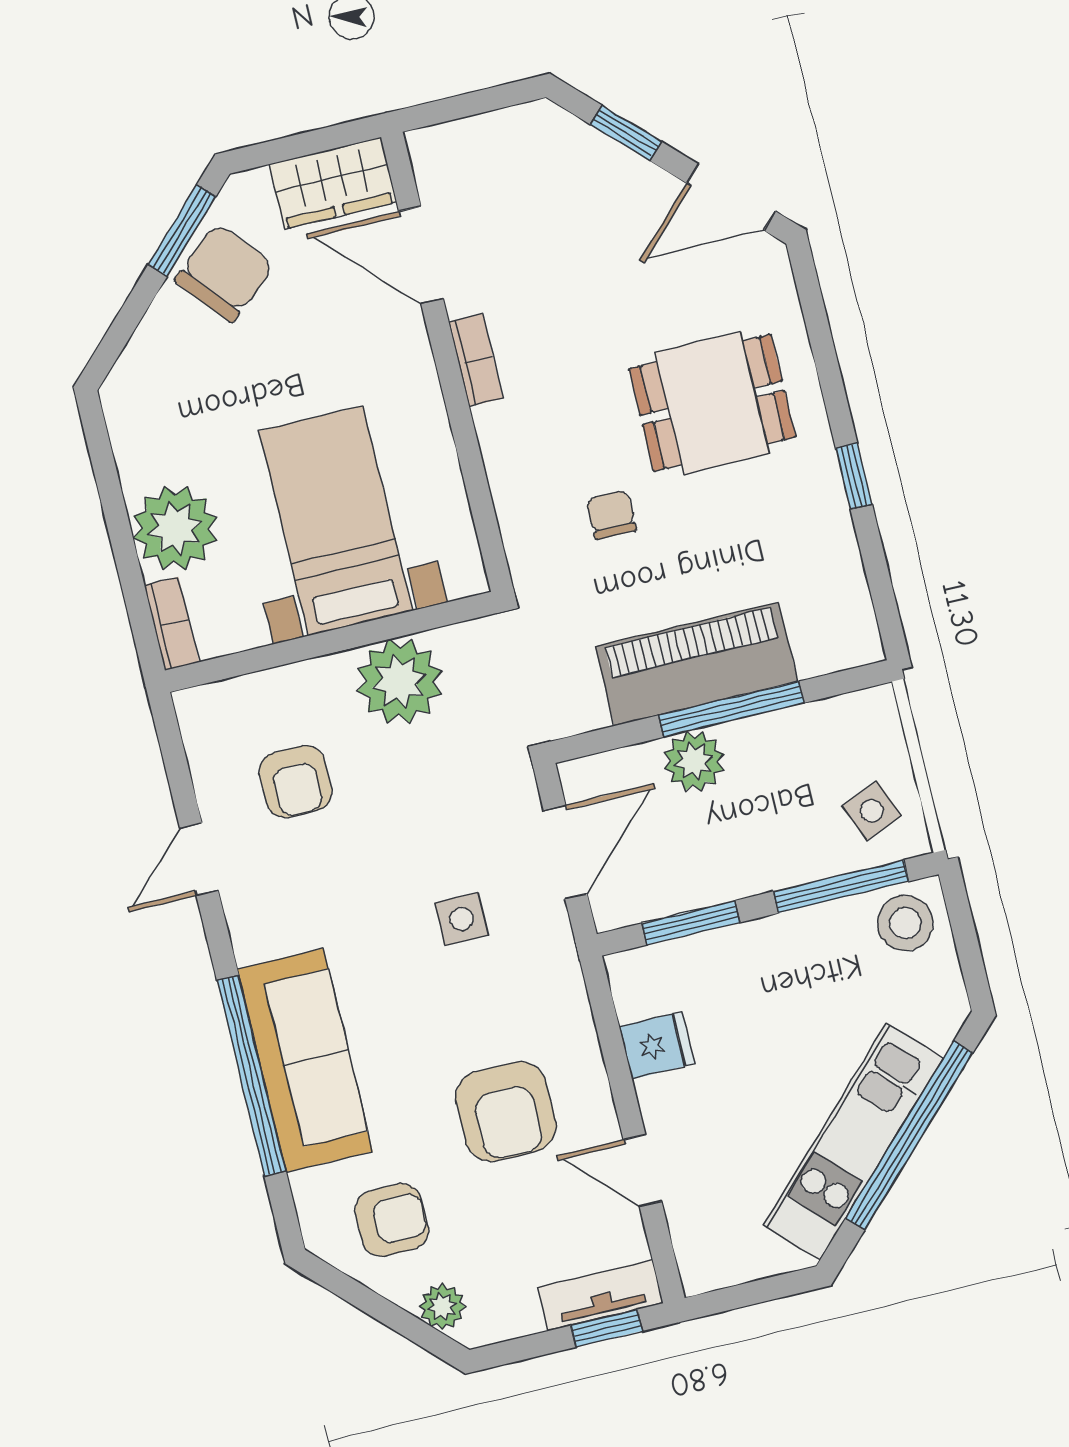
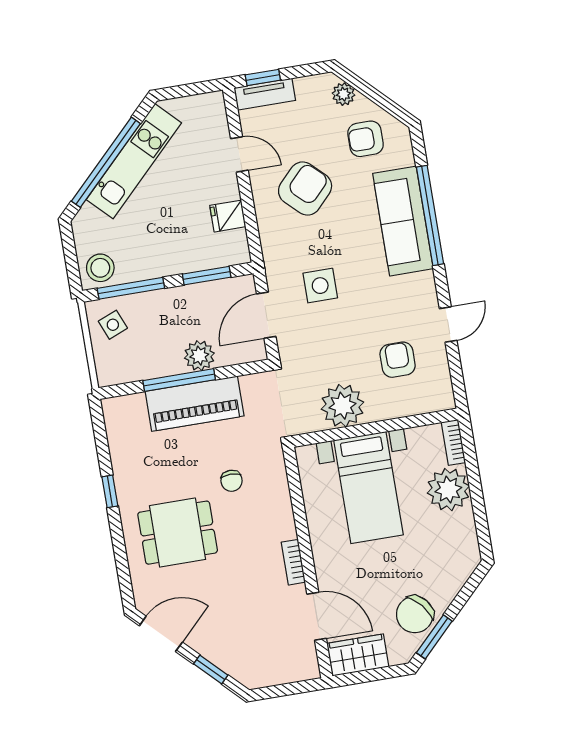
side table: (462, 919) -> (320, 286), width x1.37, depth x1.37
armchair: (506, 1112) -> (305, 189), turned 44

